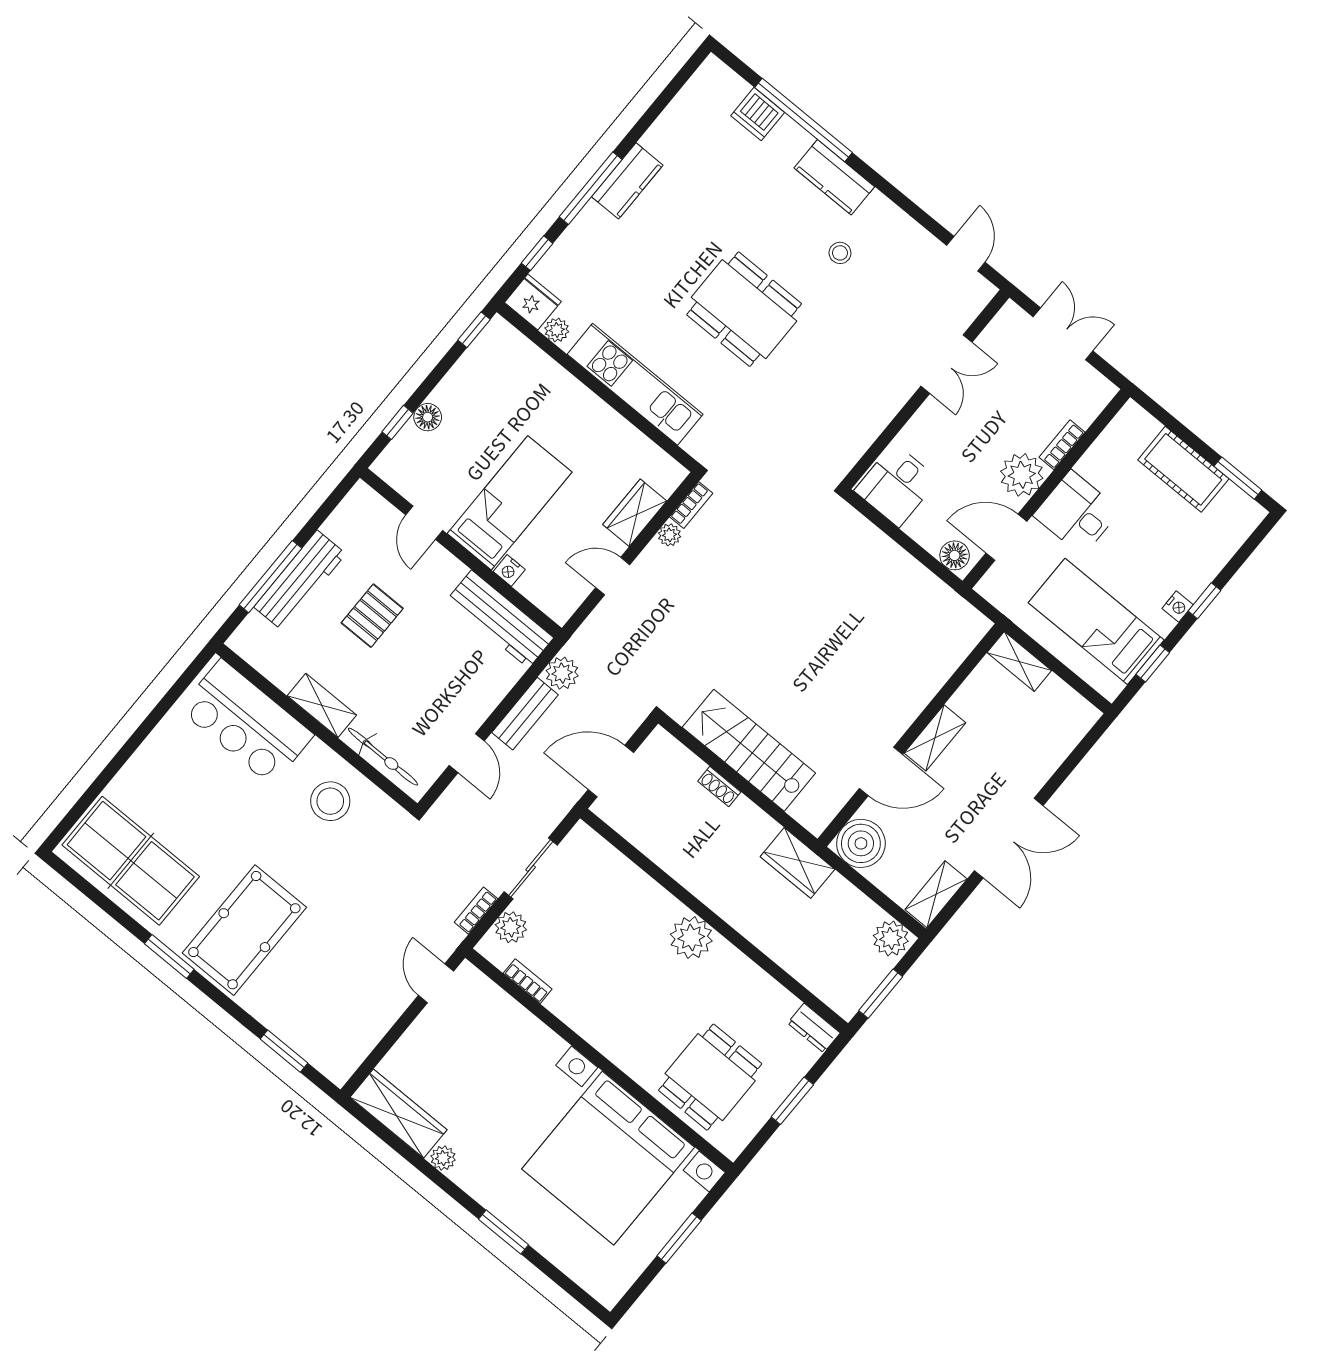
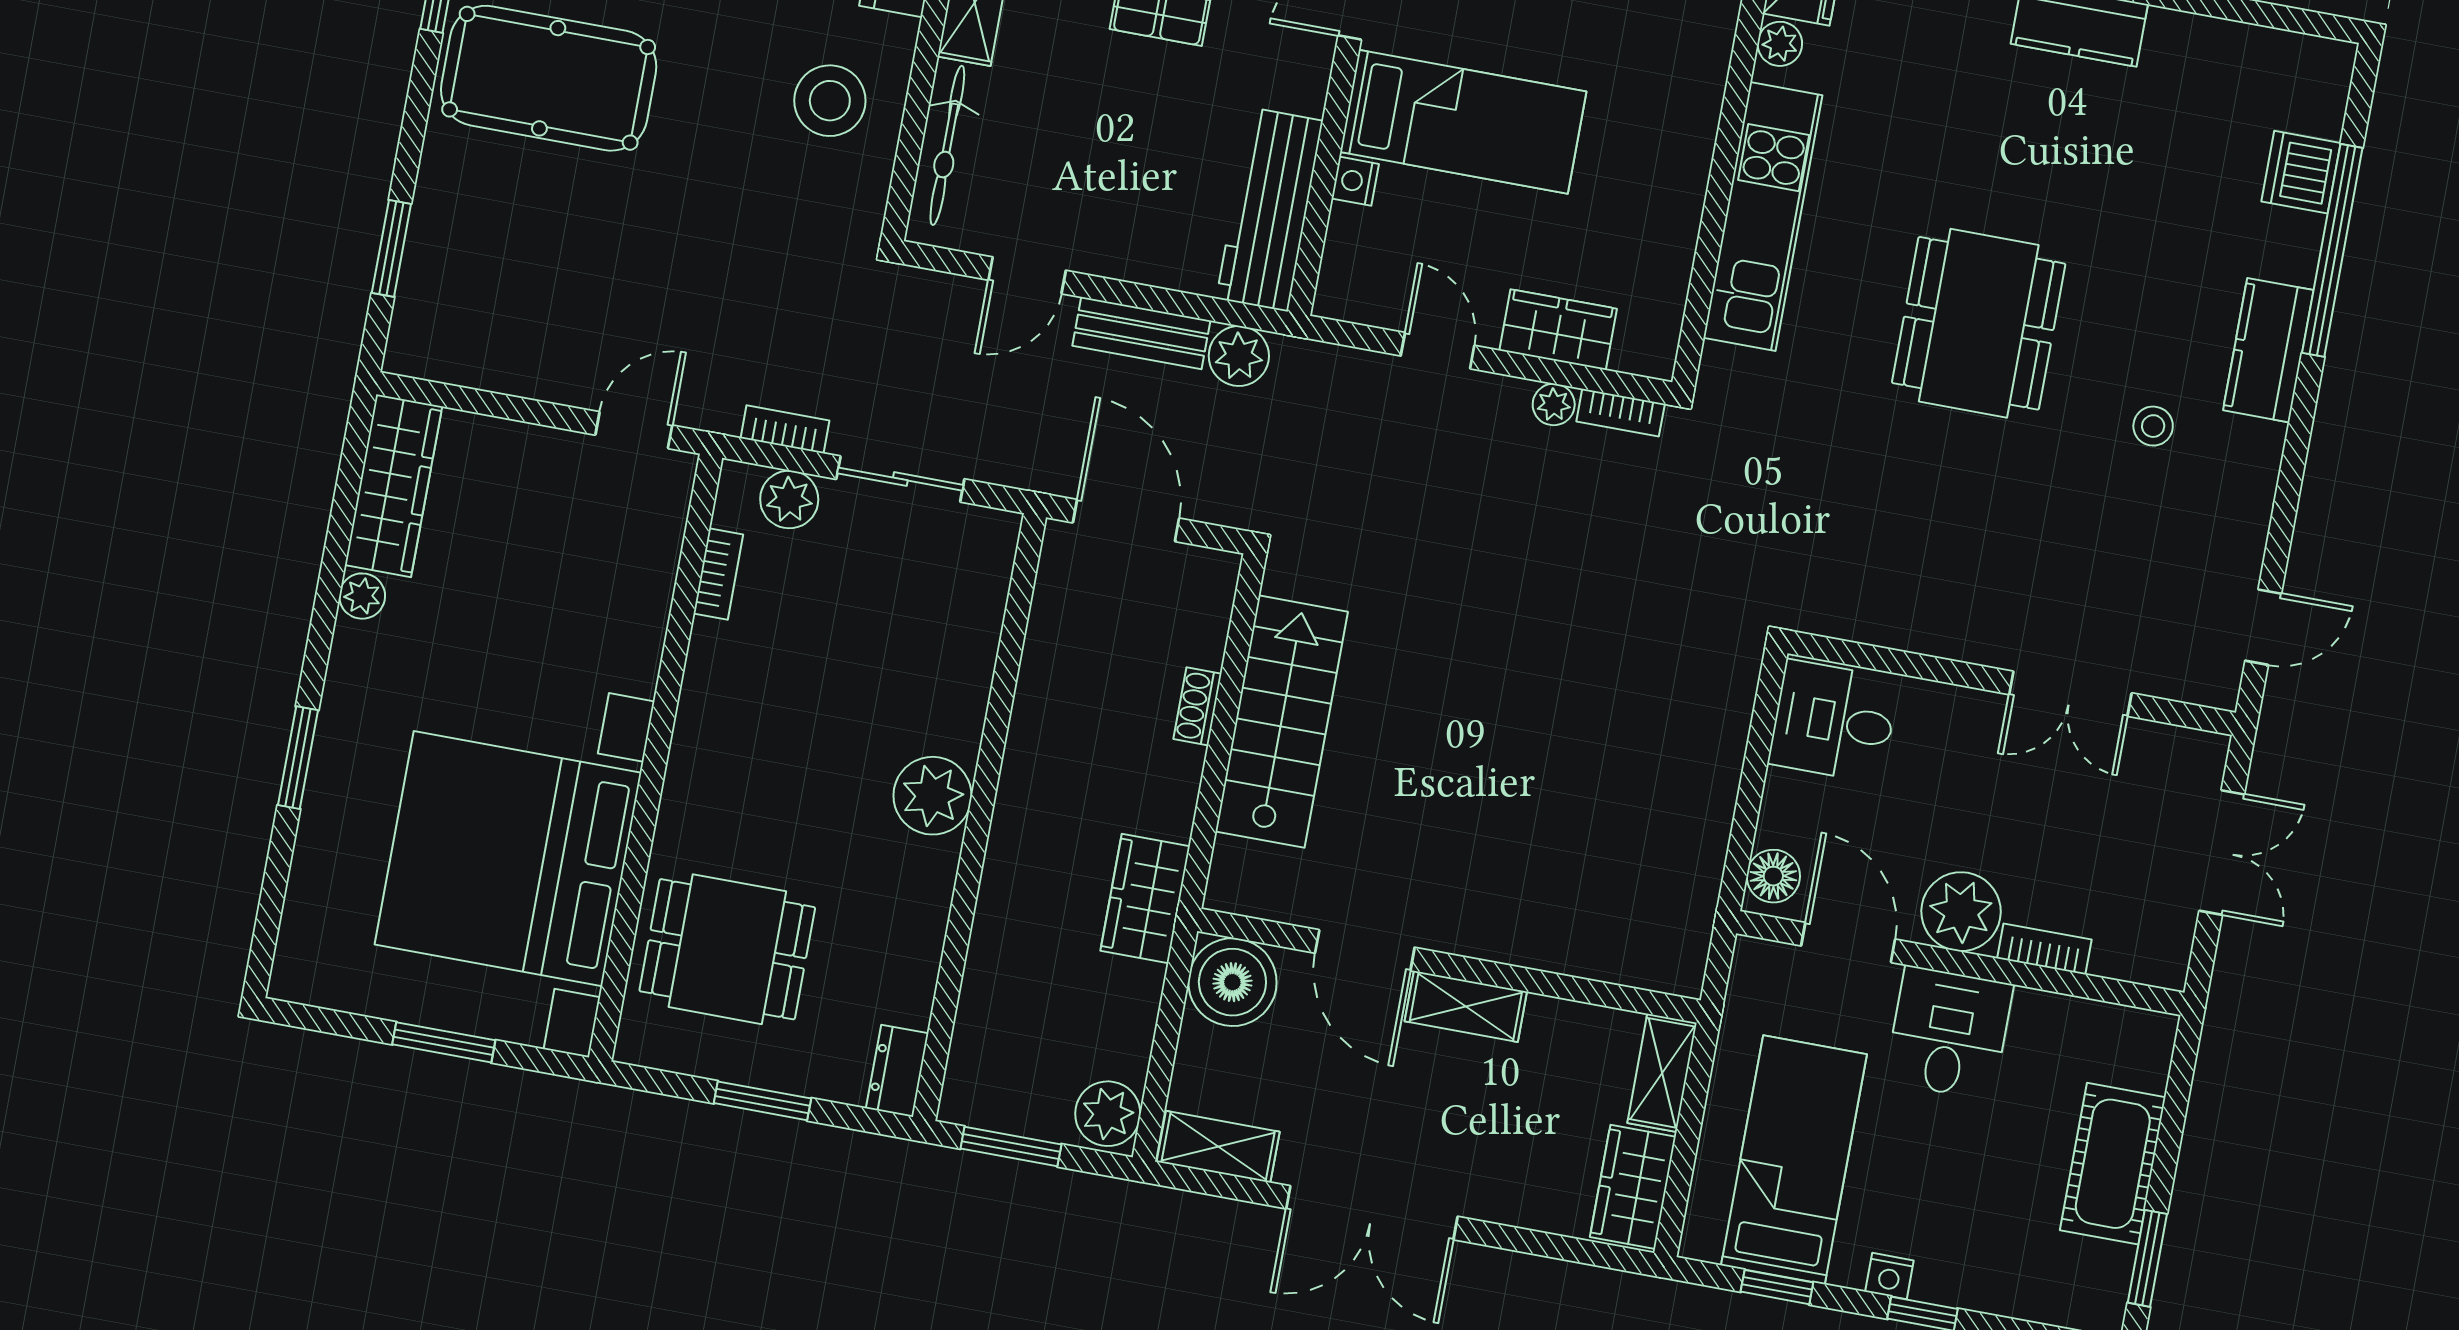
wardrobe: (1066, 706) -> (1633, 1187), added

